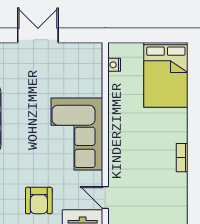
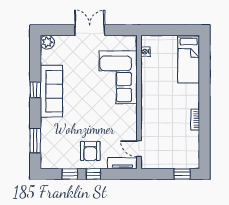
bed: (166, 75) -> (189, 59), width x0.67
corner sofa: (77, 134) -> (118, 77), moved

